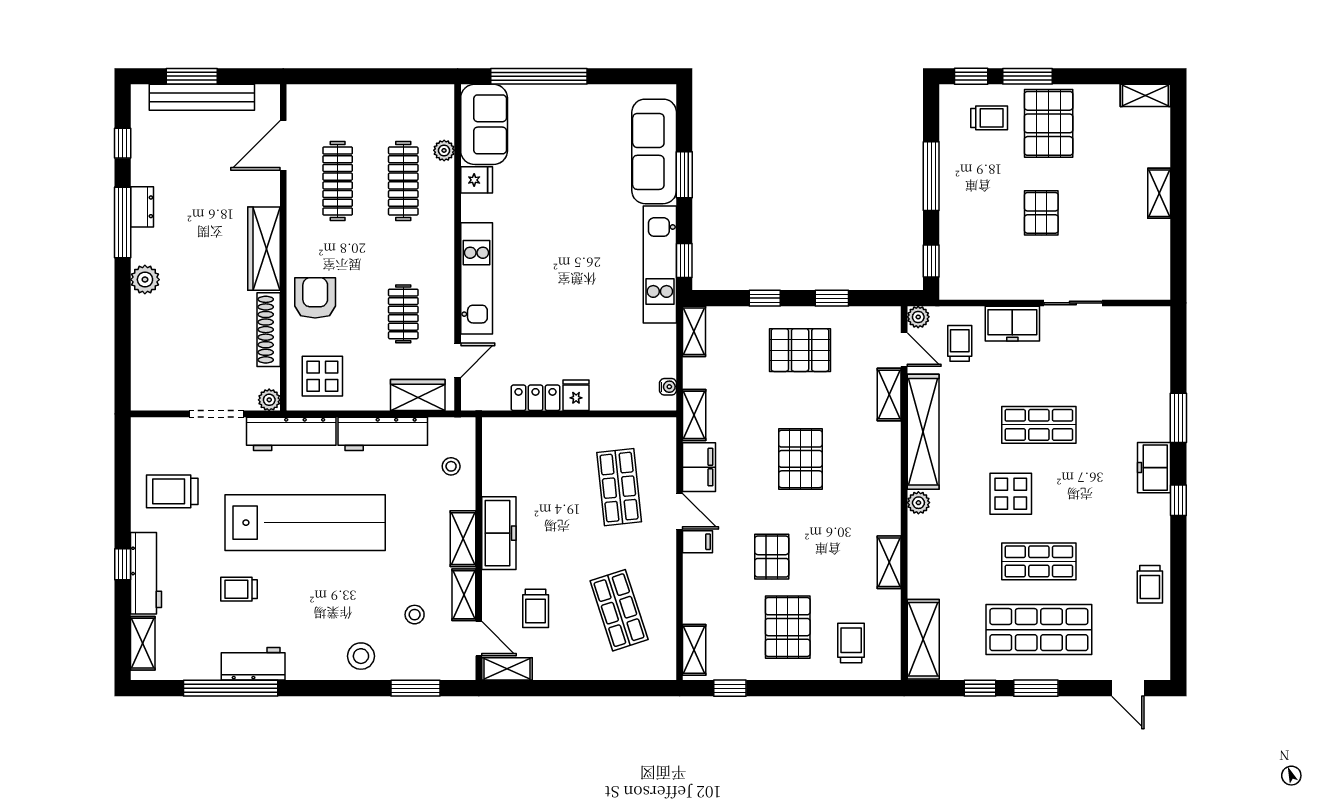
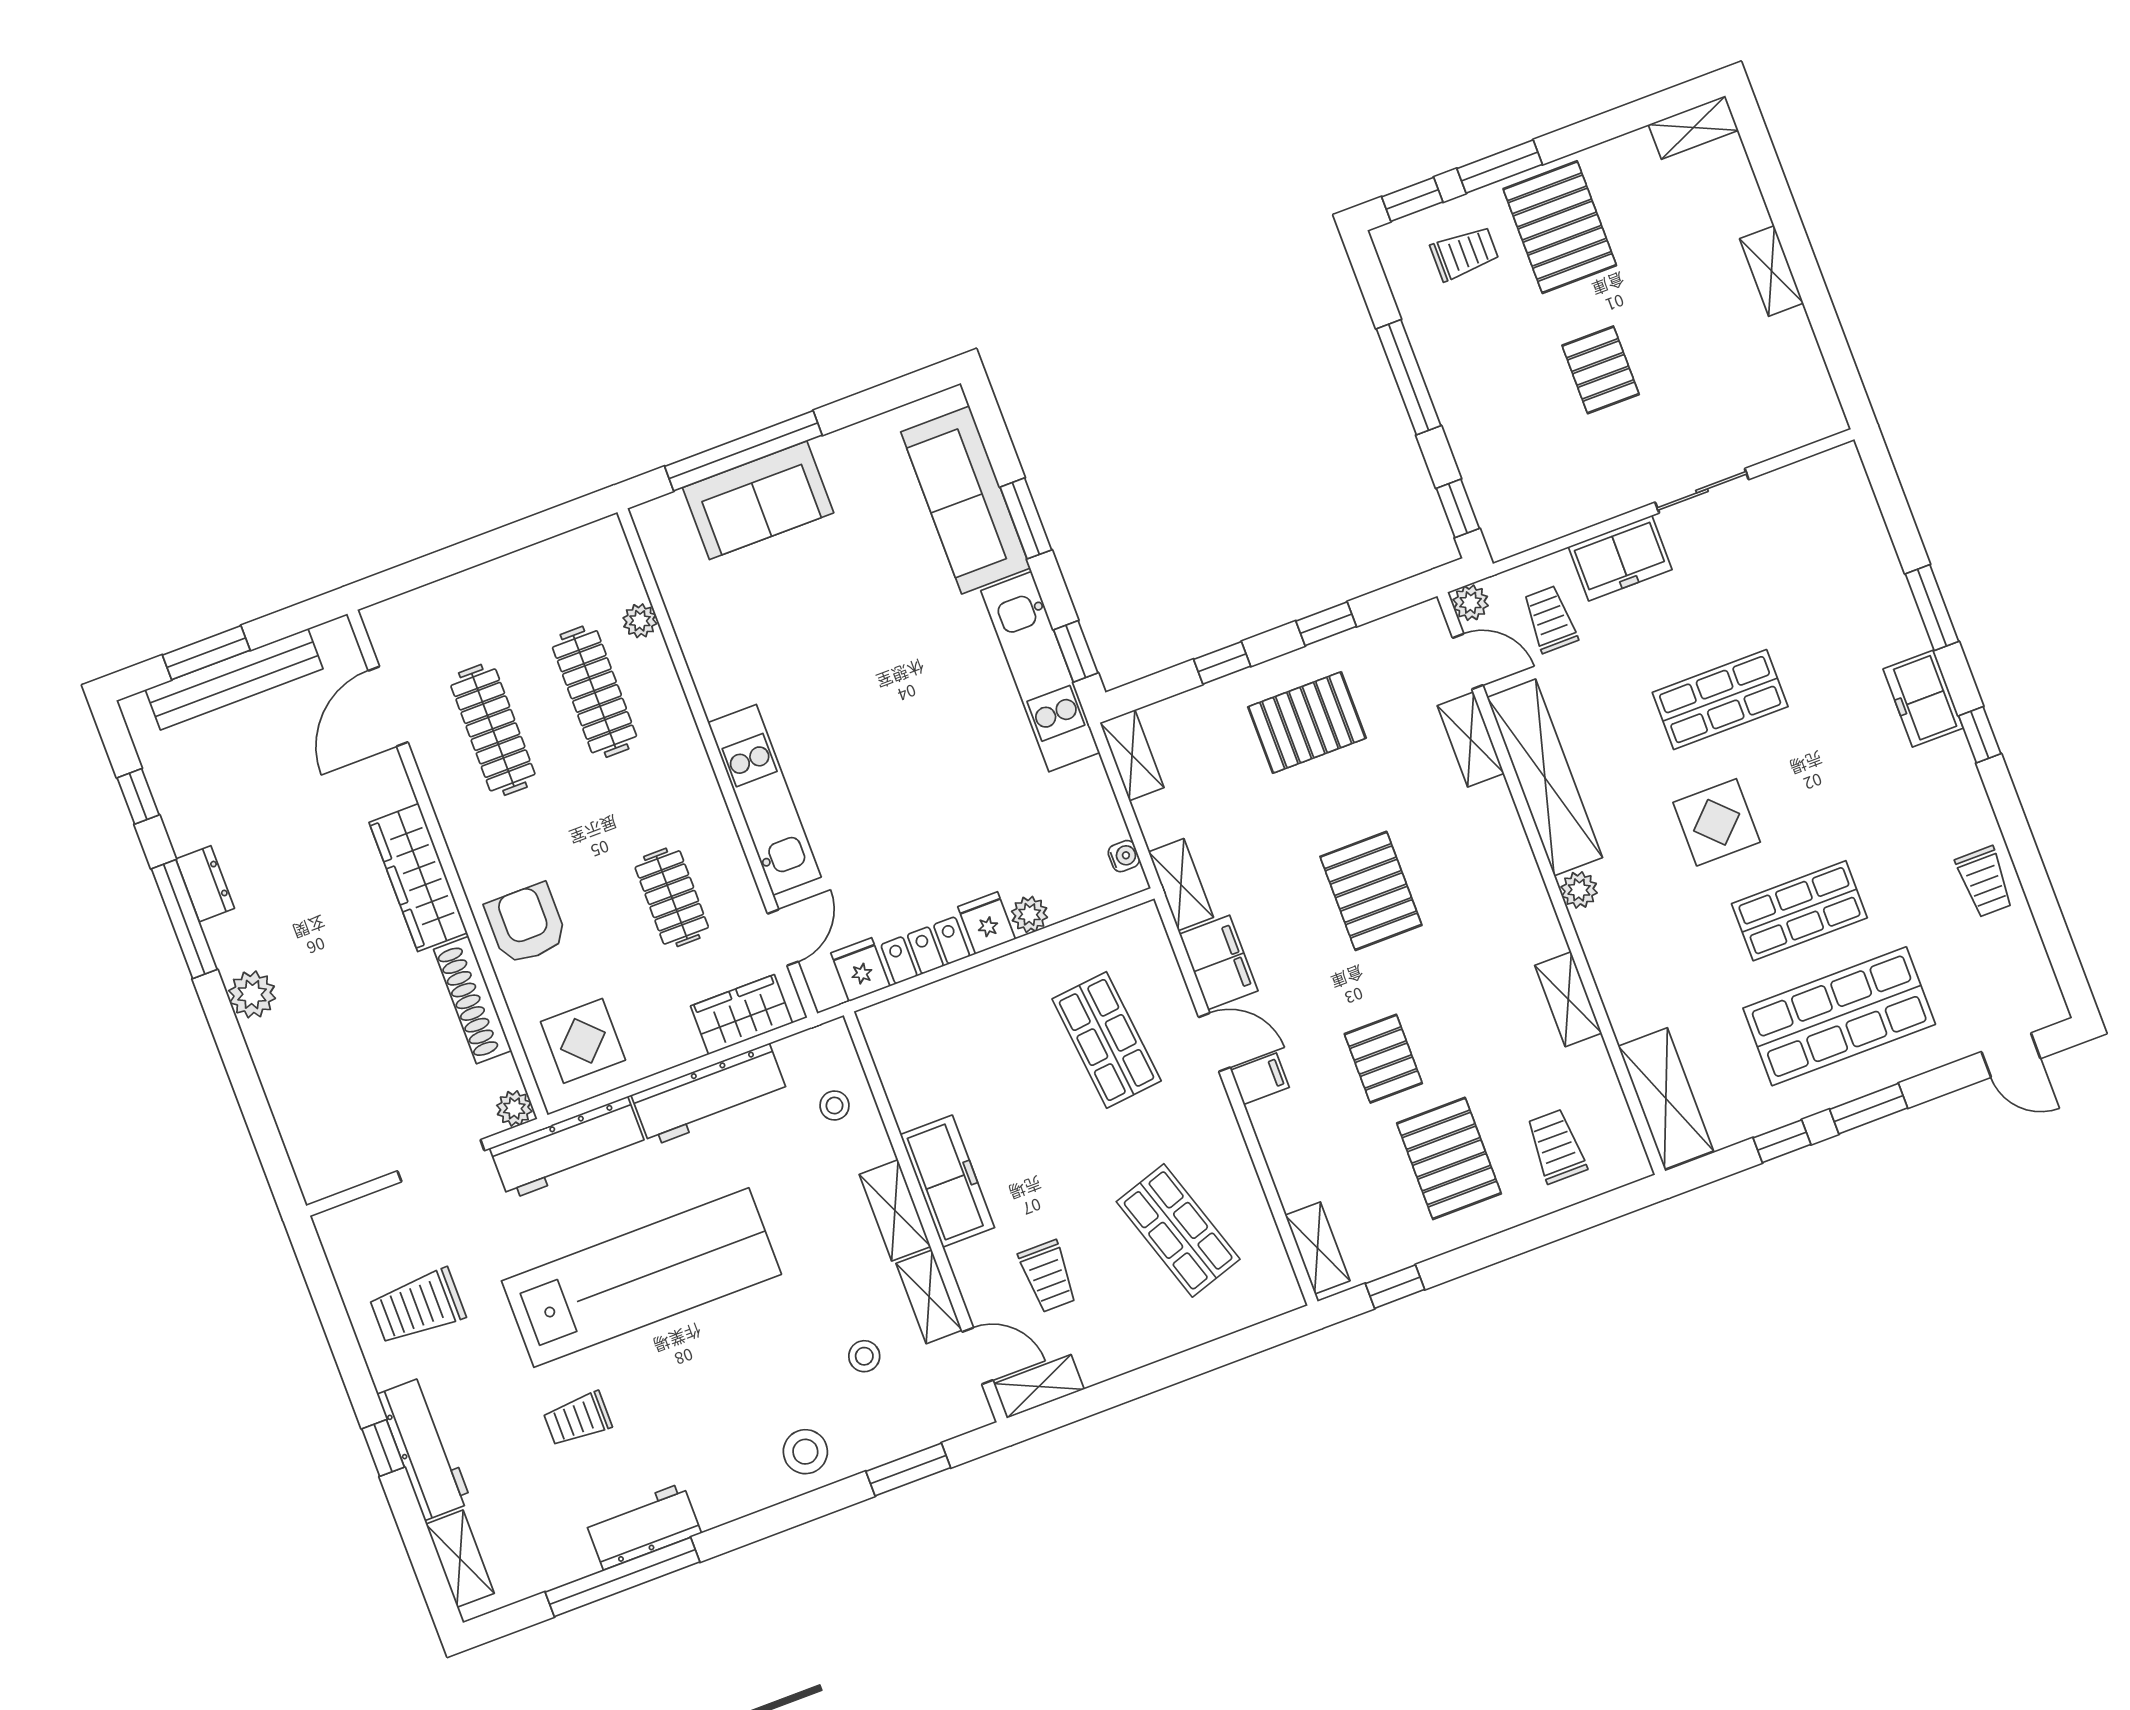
sofa: (484, 124) -> (758, 500), moved, turned 90
fridge: (477, 180) -> (860, 970), moved, turned -90
plant: (602, 400) -> (1029, 914), added

